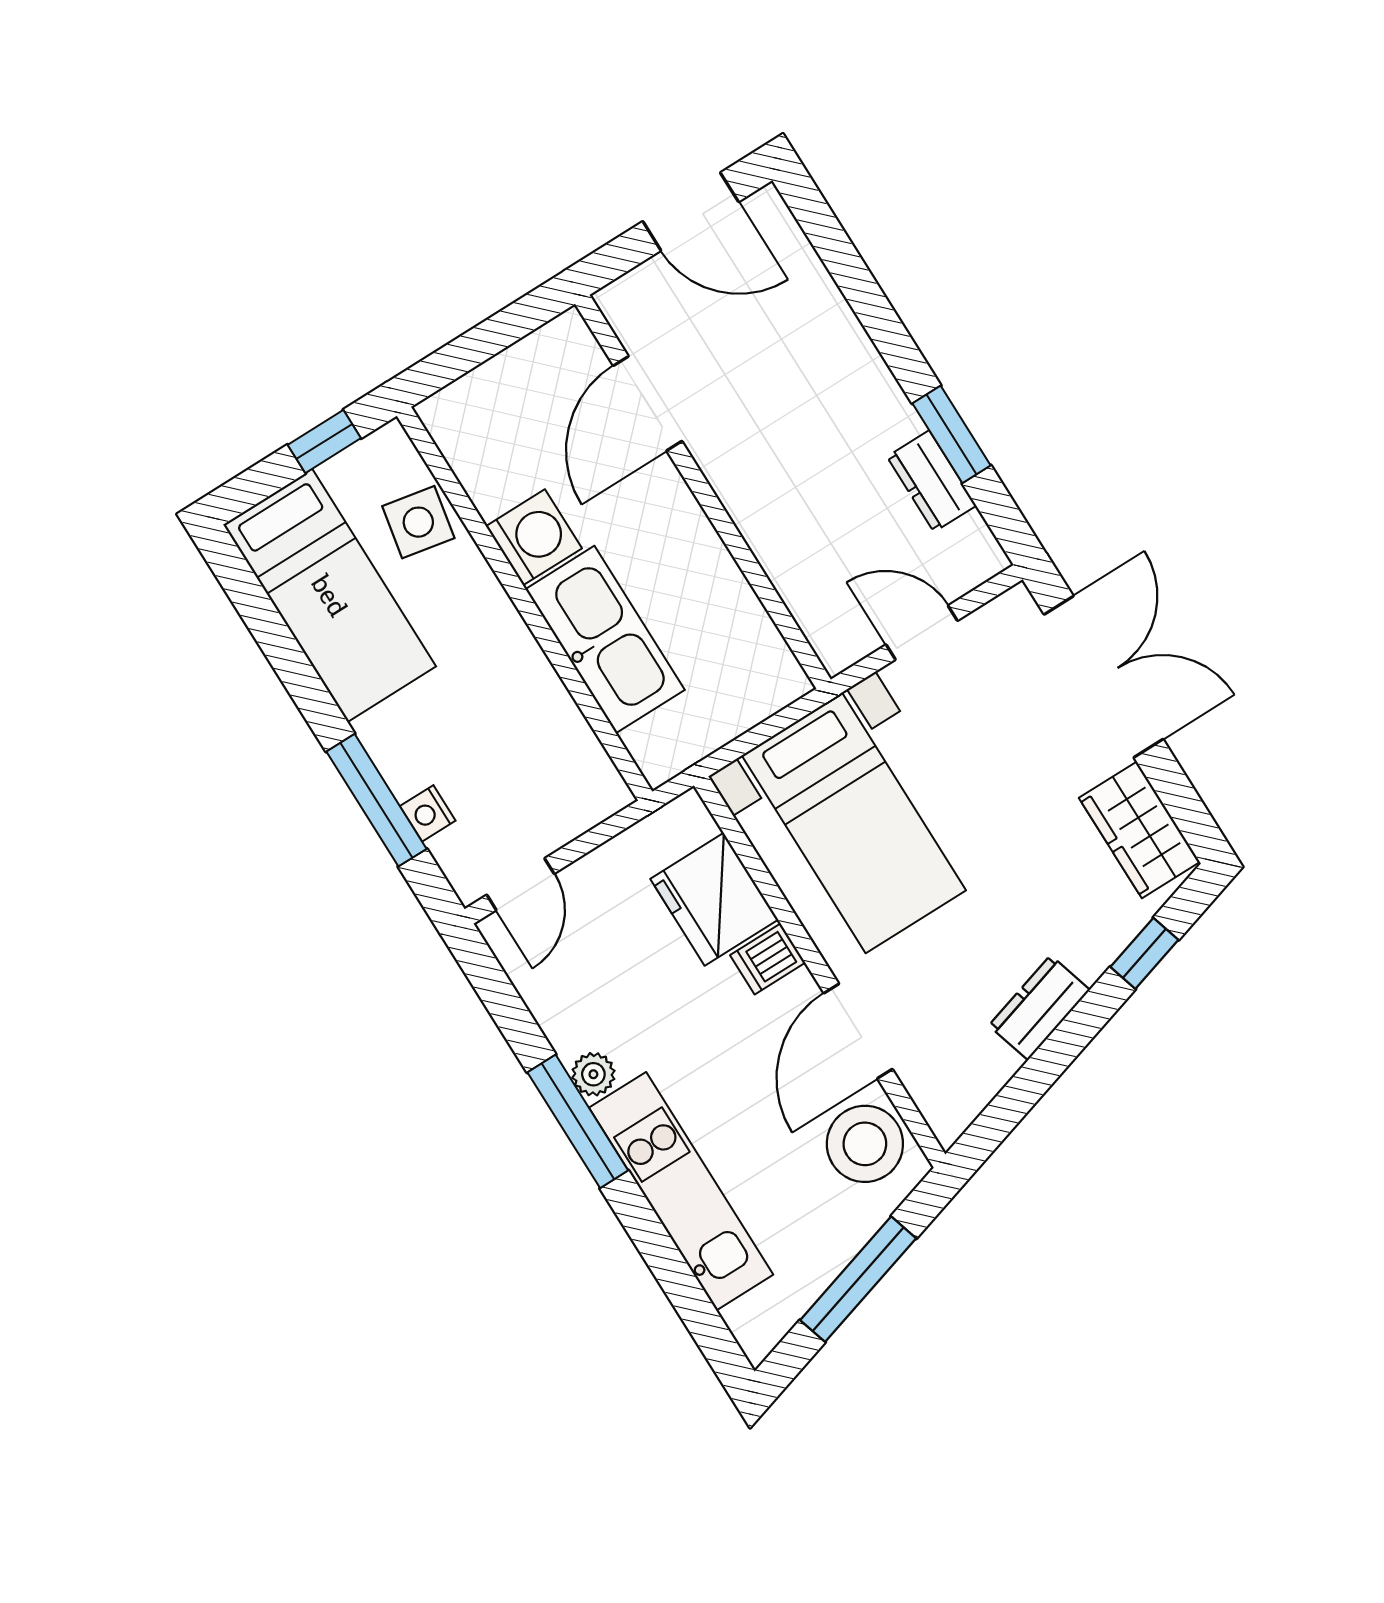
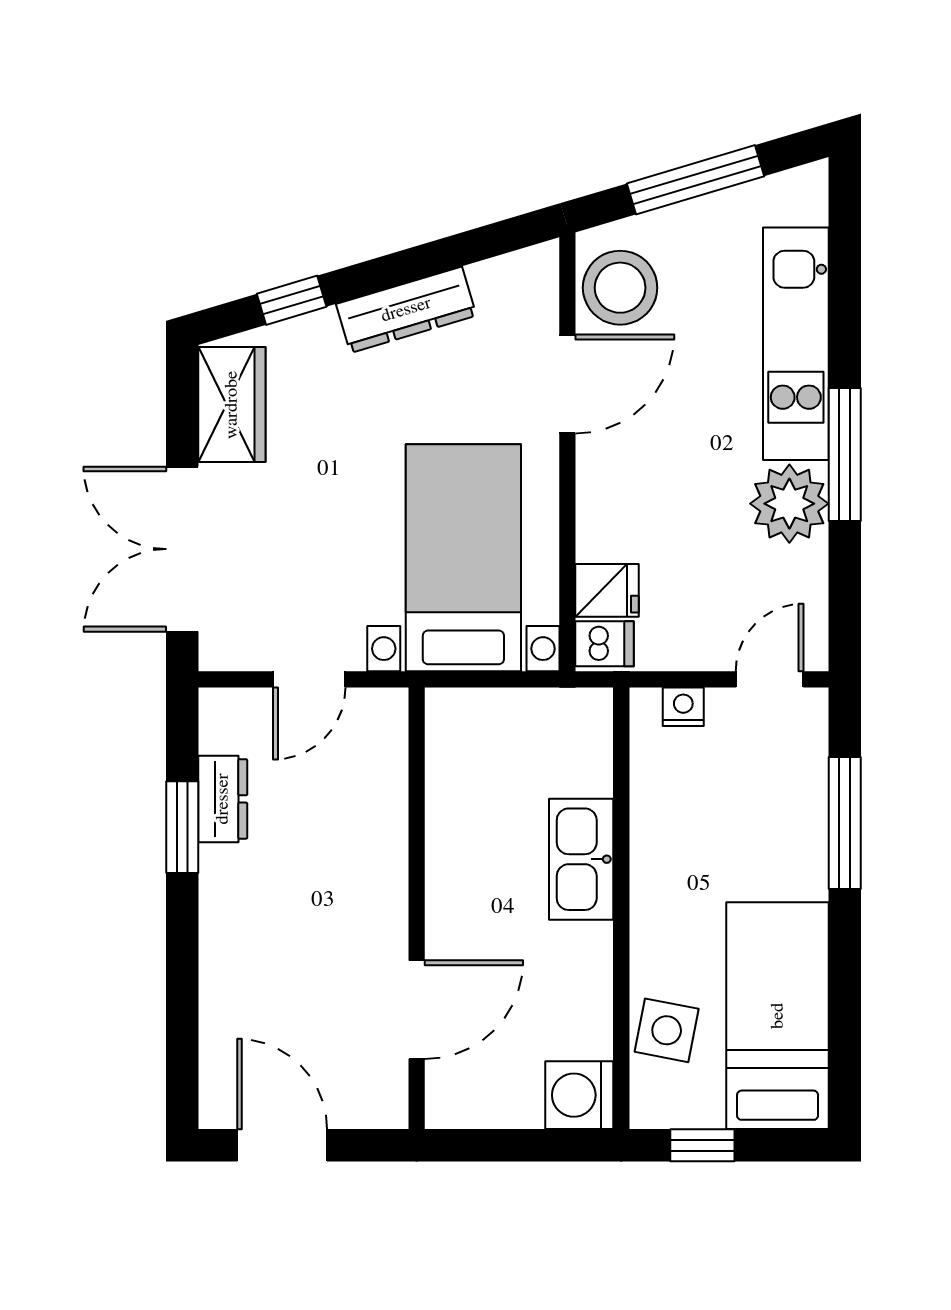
washing machine: (534, 537) -> (579, 1095), moved
door: (922, 633) -> (309, 679), hinge flipped
kitchen sink: (605, 640) -> (581, 859), width x0.73, depth x0.81
nightstand: (428, 813) -> (683, 707), moved, turned -90
fridge: (714, 899) -> (607, 590), width x0.53, depth x0.75
dishwasher: (768, 959) -> (605, 644), moved
dresser: (1039, 1008) -> (406, 310), width x1.44
plant: (593, 1074) -> (789, 504), width x1.88, depth x1.88

